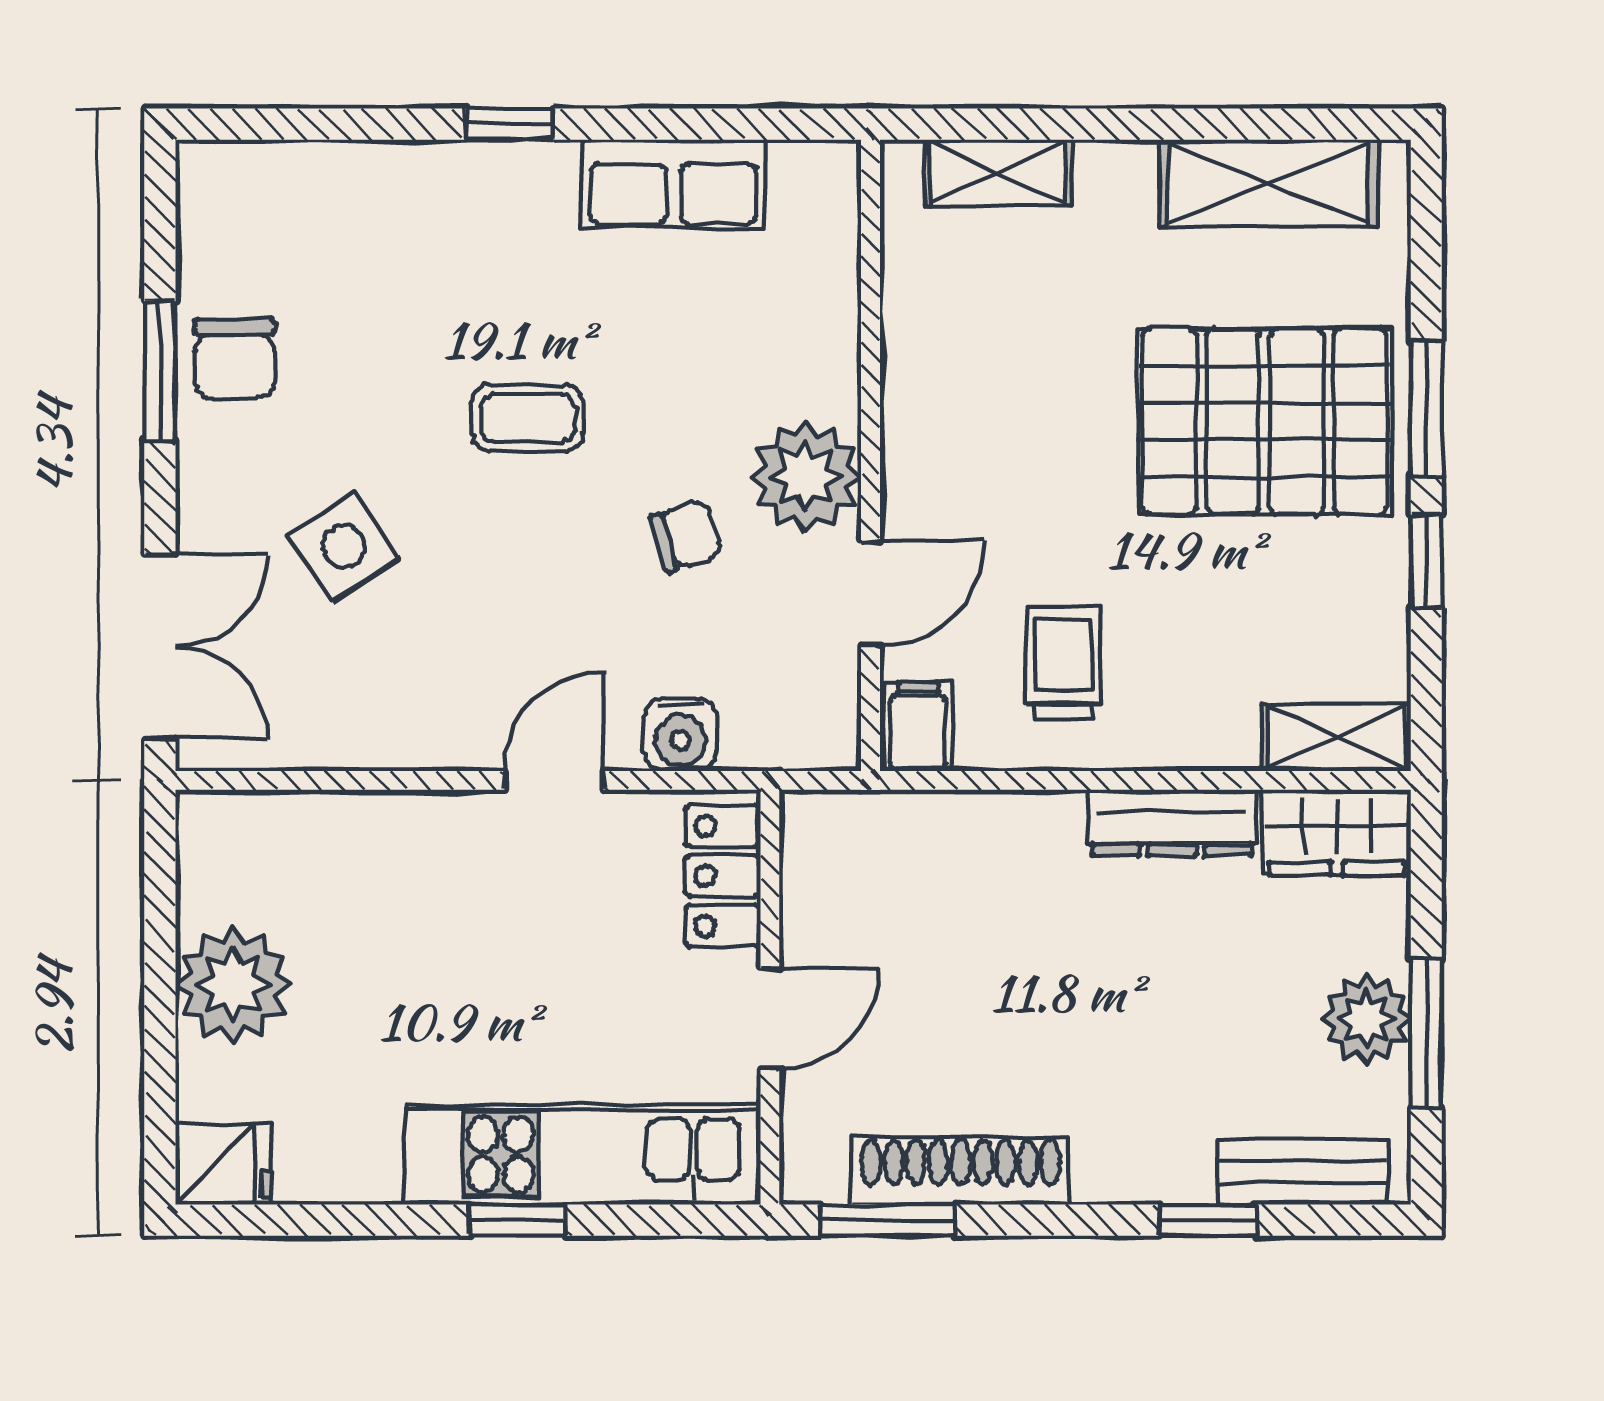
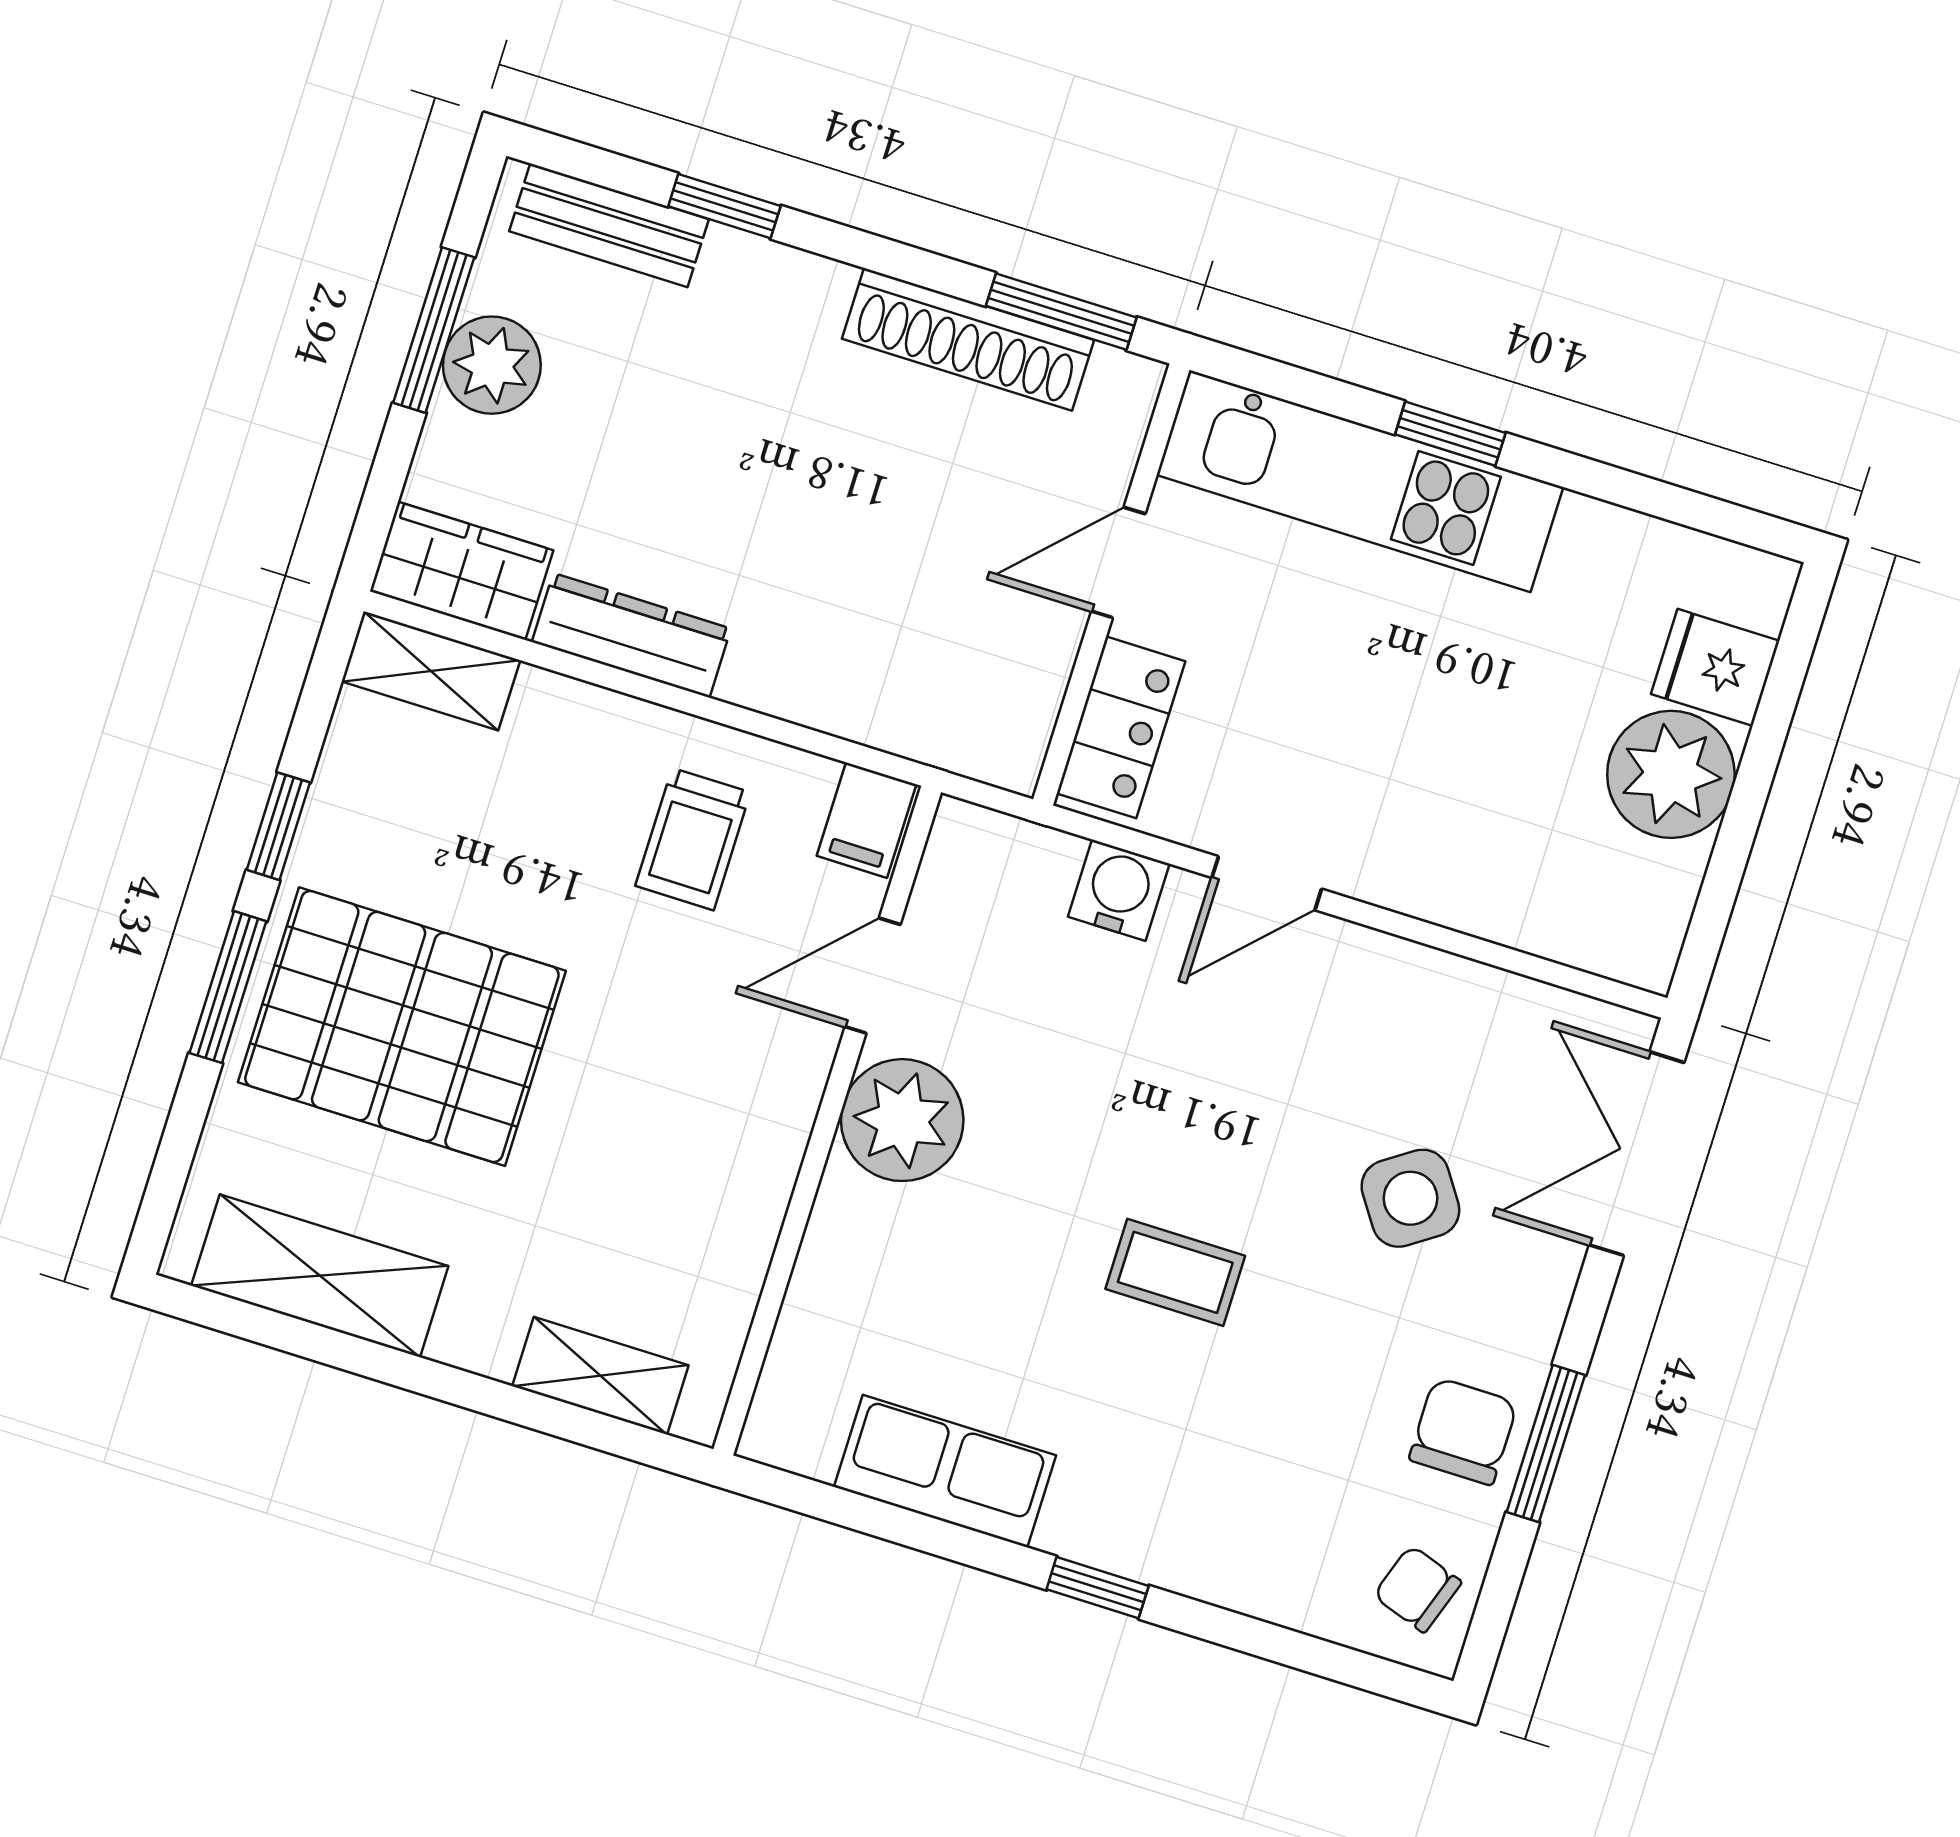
chair: (686, 536) -> (1417, 1589), moved, turned 36
fridge: (224, 1164) -> (1715, 667), moved

